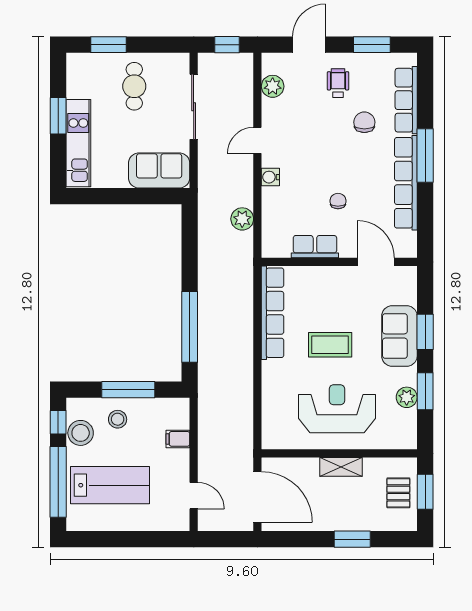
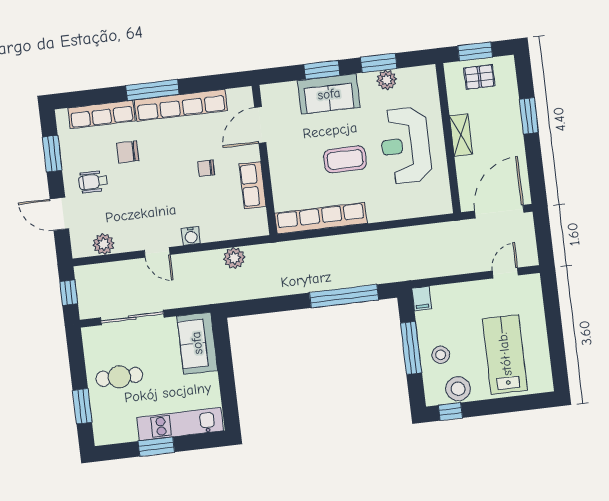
coffee table: (330, 345) -> (345, 159), turned 90
filing cabinet: (178, 439) -> (422, 298), moved
window: (58, 482) -> (508, 405), removed

